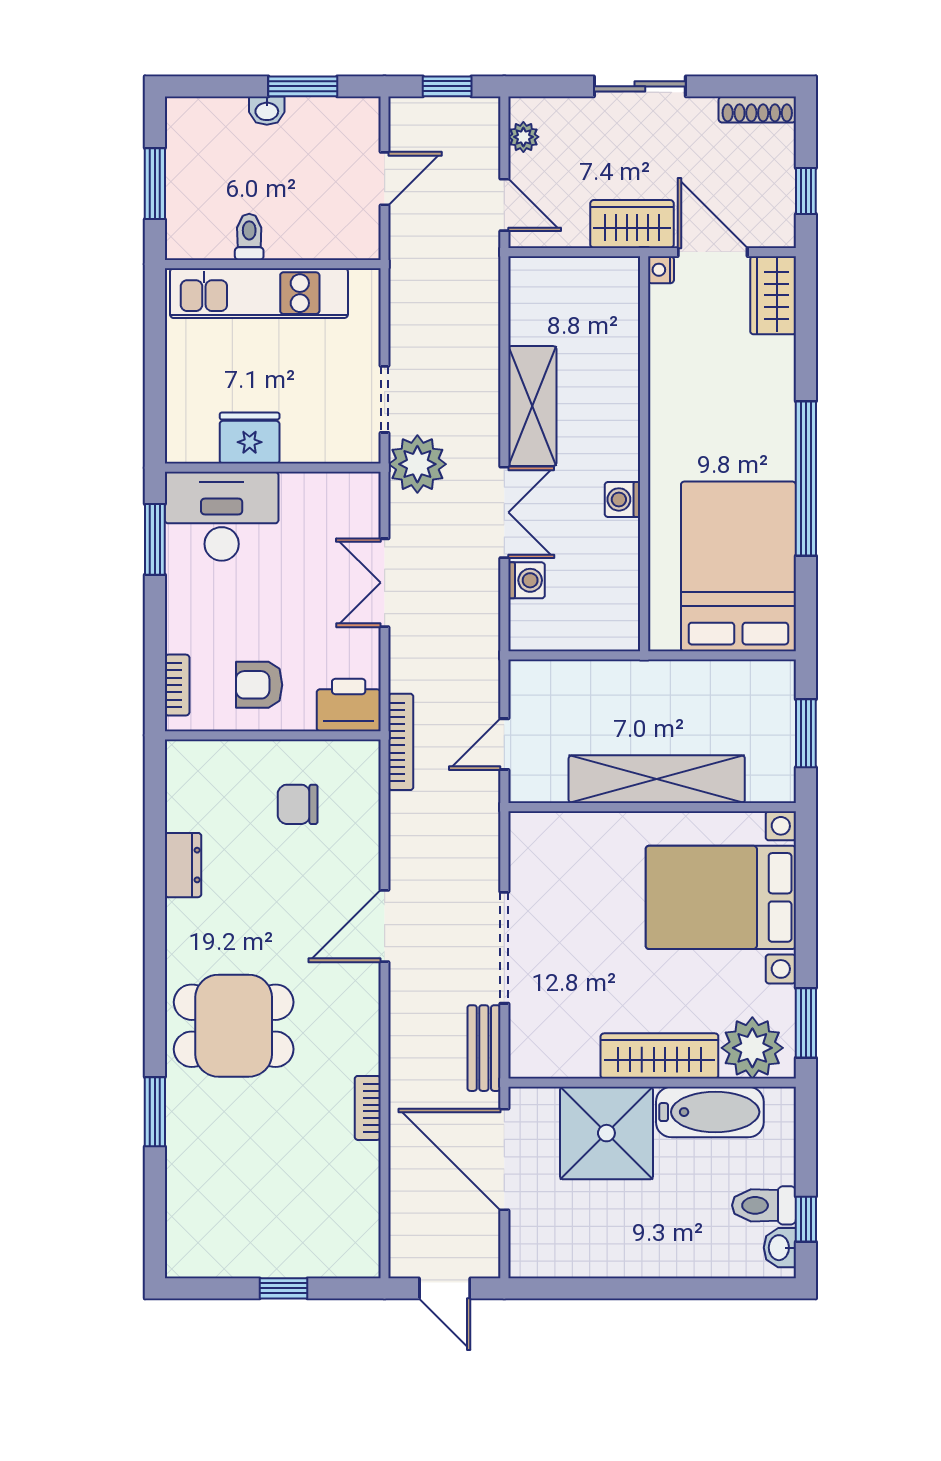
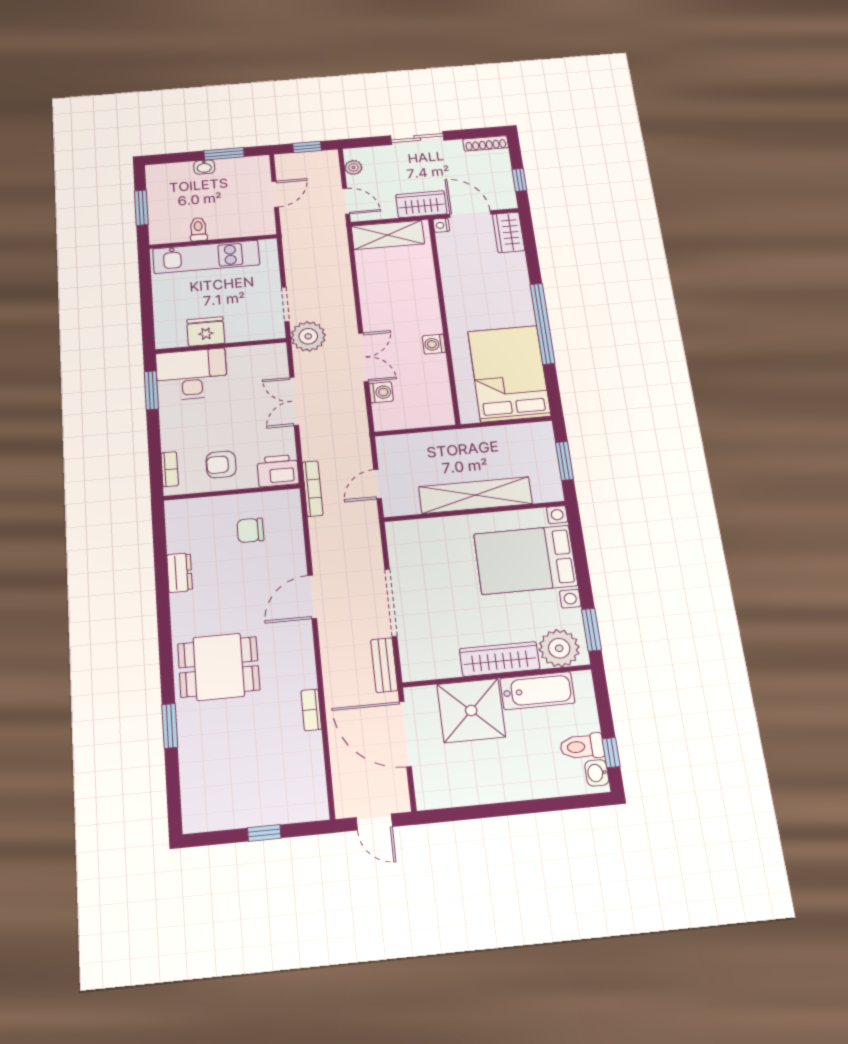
shelving: (532, 406) -> (388, 235), moved, turned 90

